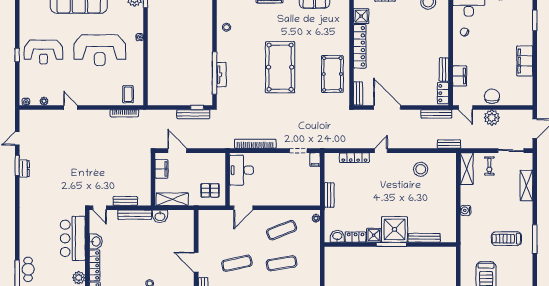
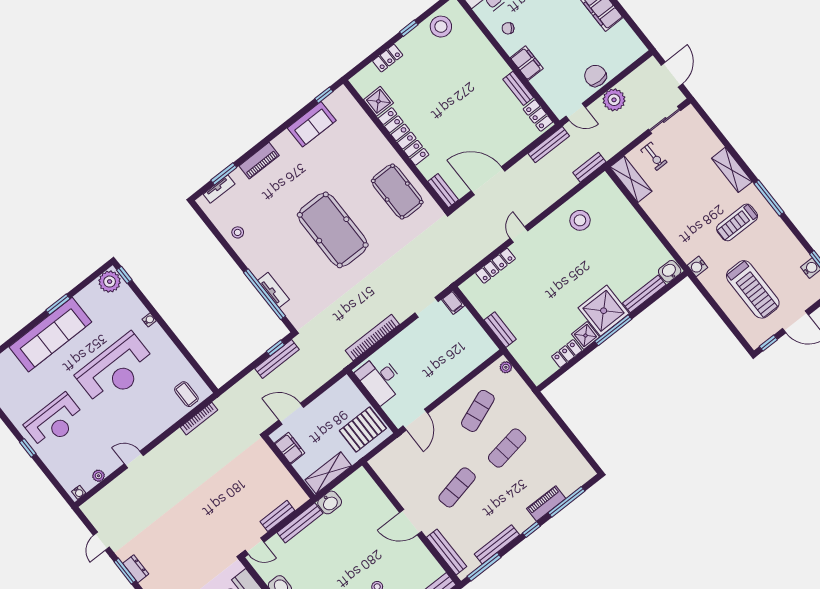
filing cabinet: (460, 76) -> (527, 63), moved
shelving: (526, 186) -> (732, 170), moved
pallet: (210, 190) -> (363, 429), width x1.50, depth x1.42
water cooler: (466, 210) -> (697, 266), moved
washbasin: (337, 236) -> (670, 271), moved

